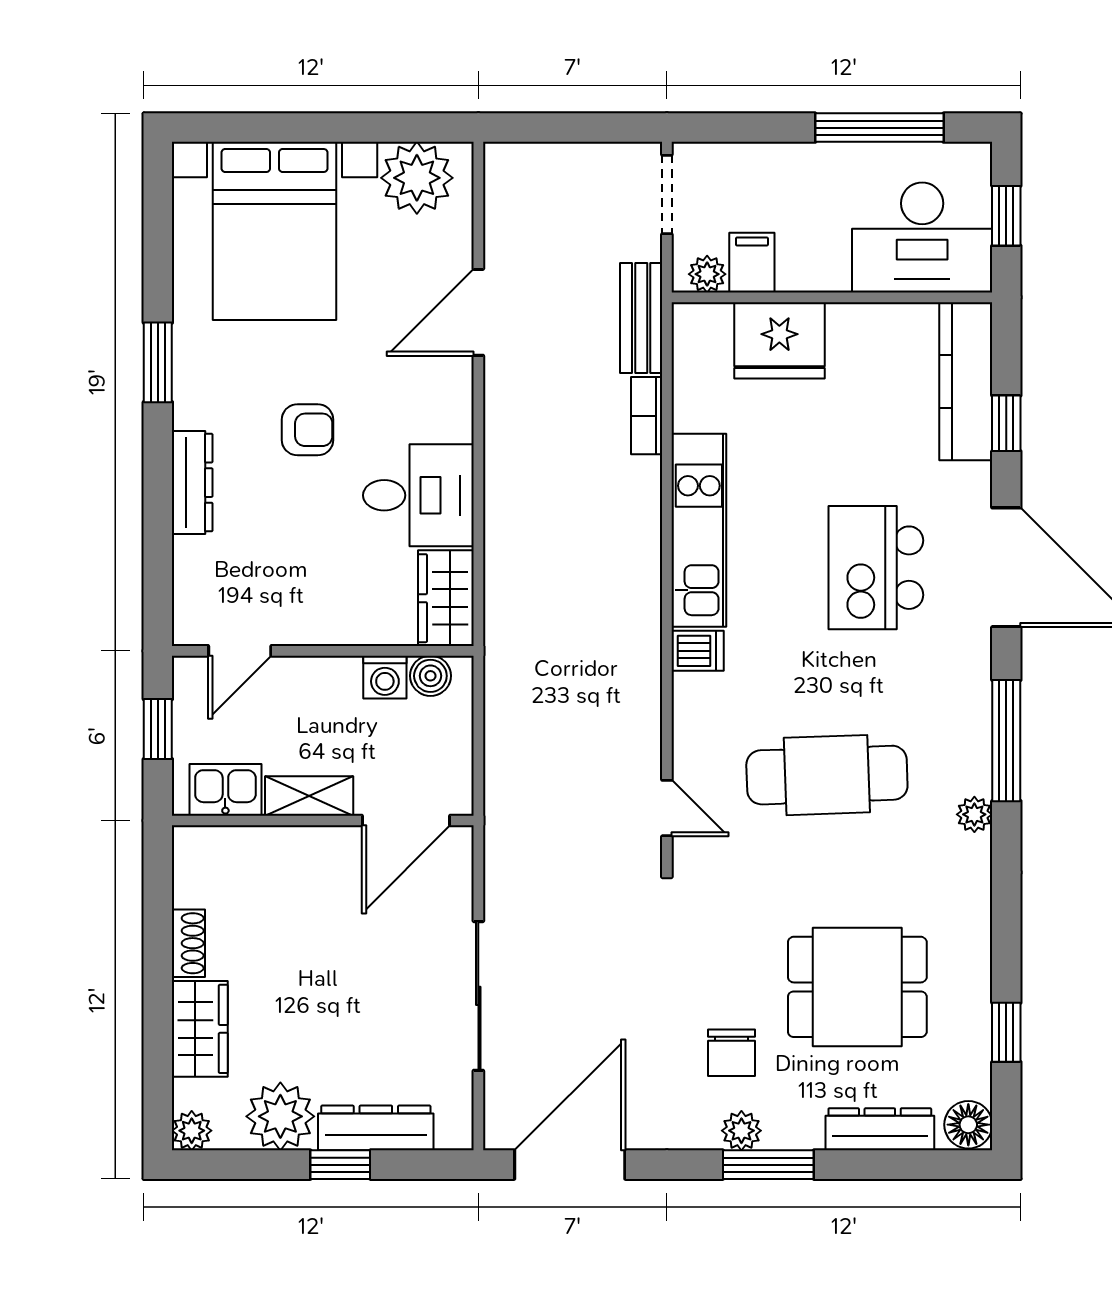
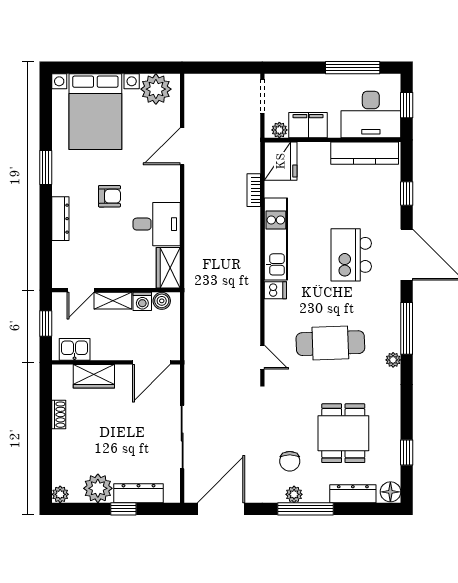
filing cabinet: (752, 263) -> (308, 125), width x2.00
bench: (641, 318) -> (251, 149), removed
fridge: (779, 340) -> (281, 161), moved, turned -90
kitchen counter: (966, 381) -> (365, 153), moved, turned -90
shelving: (309, 796) -> (113, 301), moved
dining table: (857, 987) -> (343, 433), turned 90
wardrobe: (200, 1029) -> (94, 376), moved, turned 90
window: (768, 1165) -> (305, 509), width x1.44

